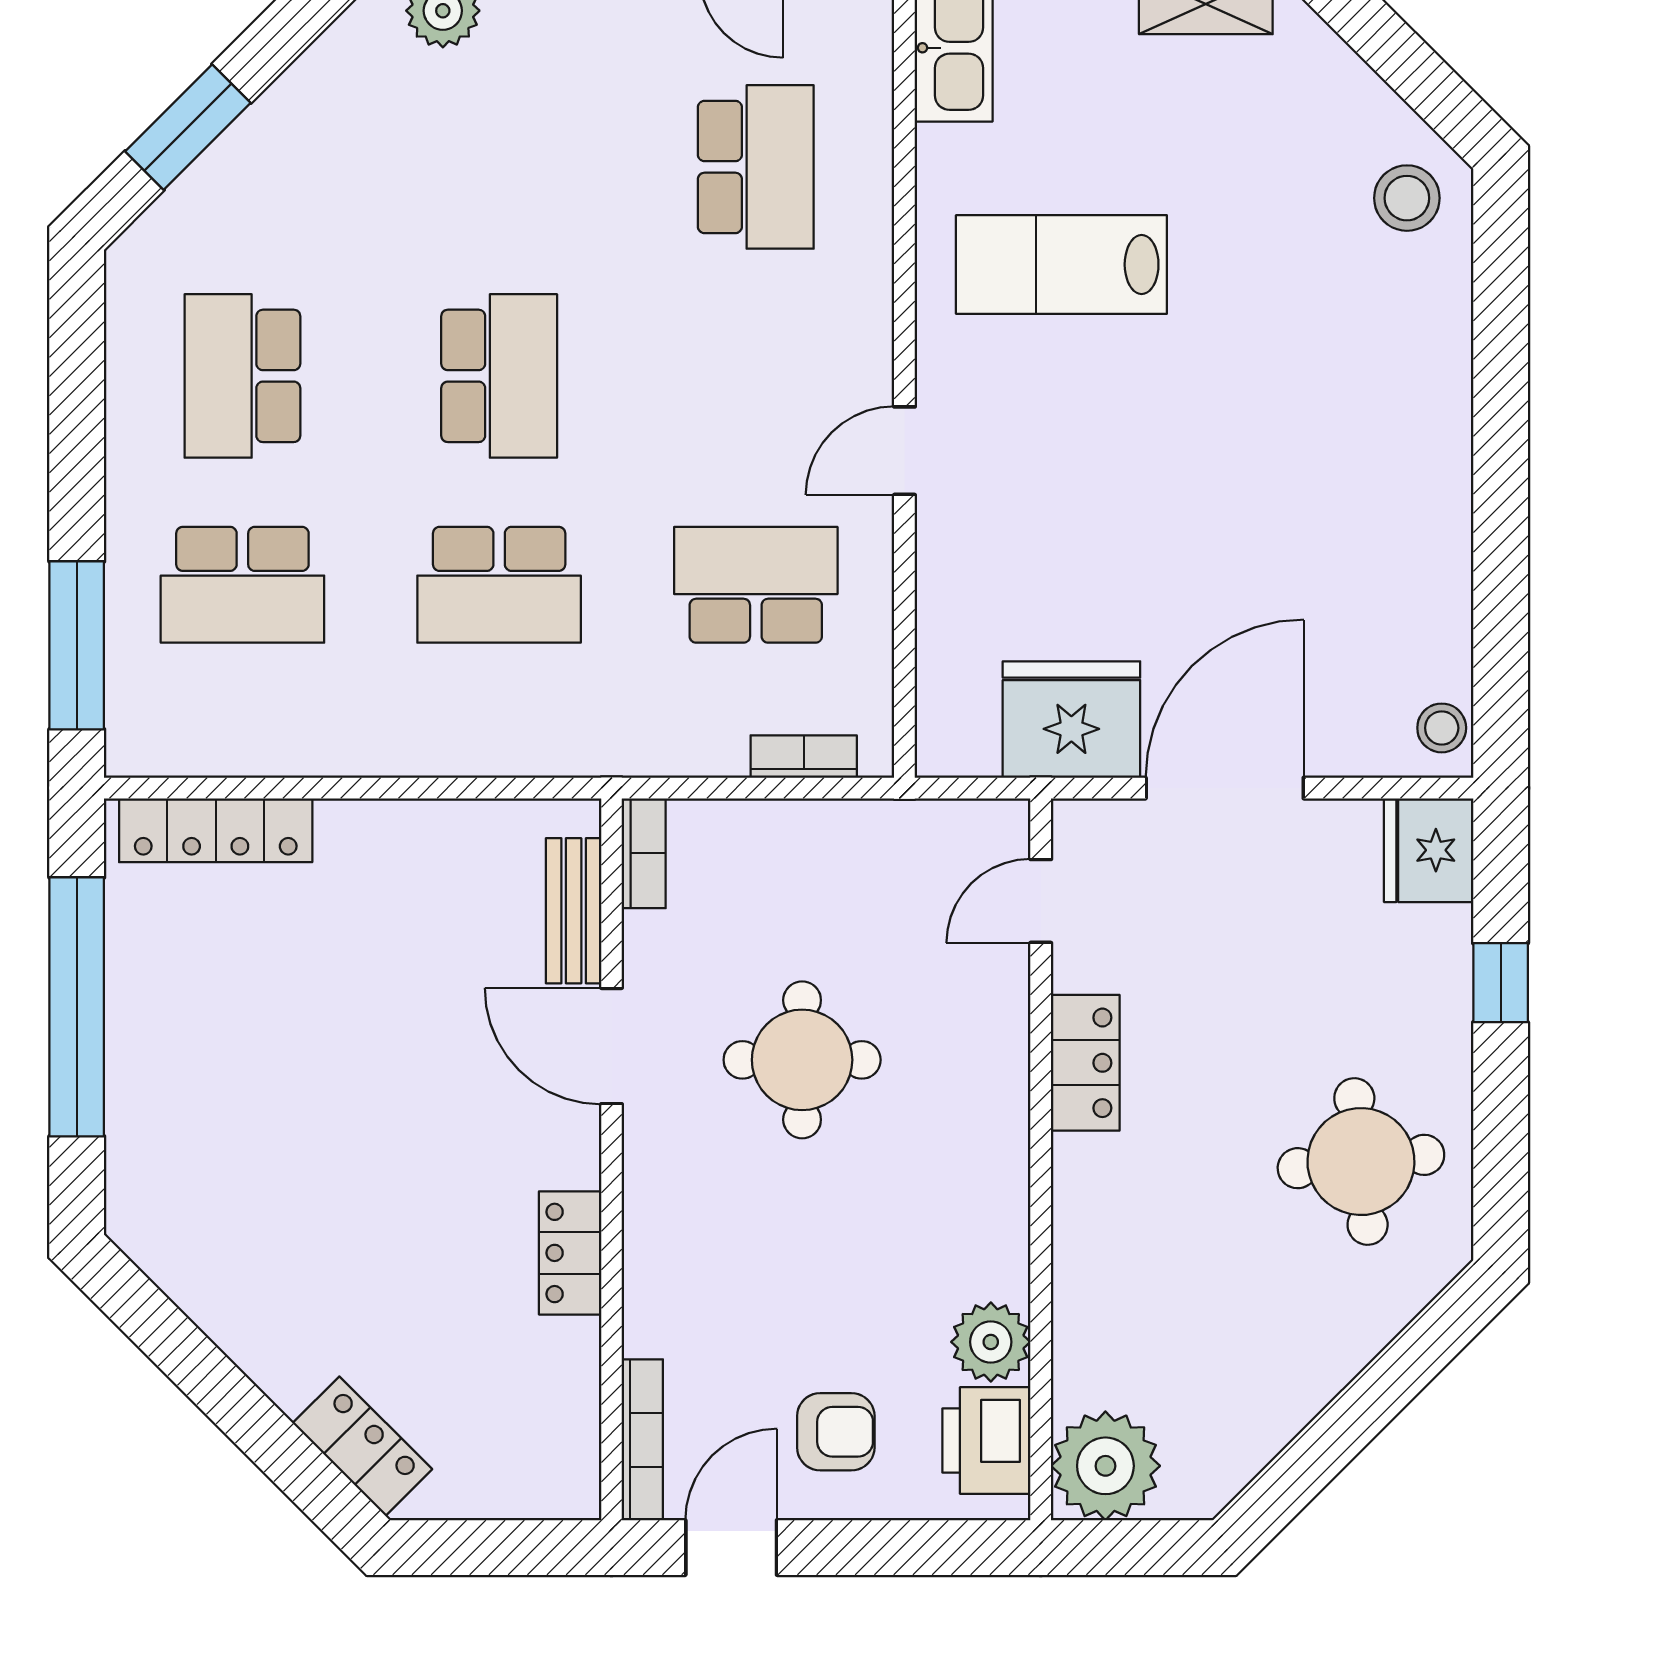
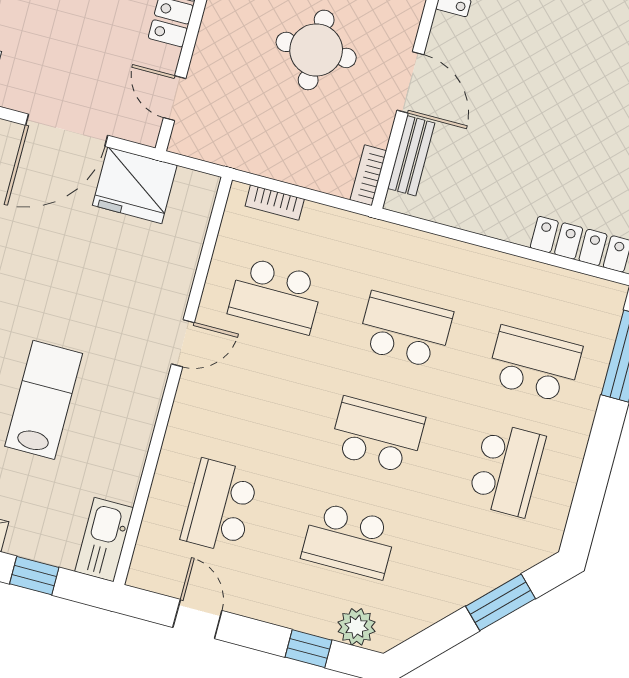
school desk: (499, 167) -> (349, 541), added
lab bench: (1061, 265) -> (44, 400), moved, turned -90
school desk: (499, 376) -> (377, 435), turned 90
door: (1041, 901) -> (175, 98), swing flipped

